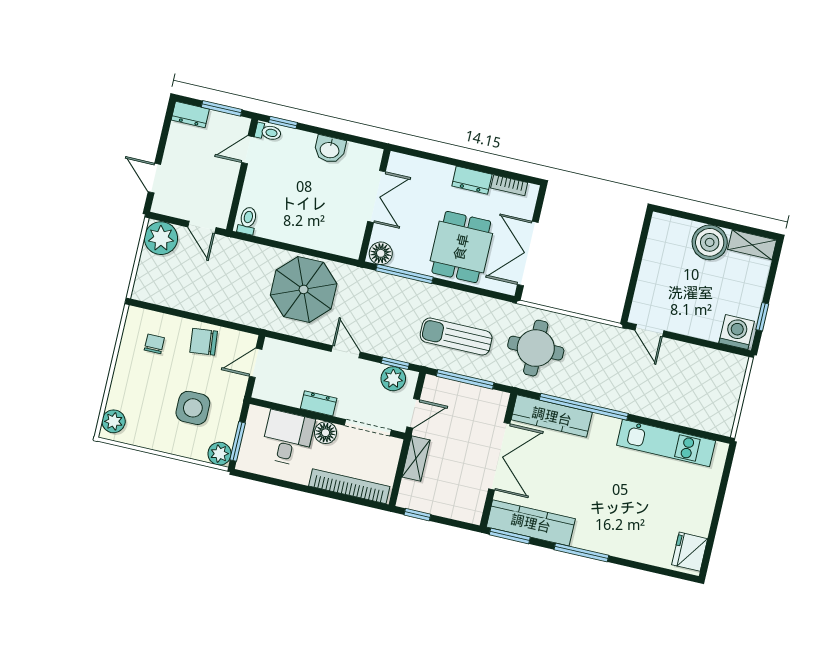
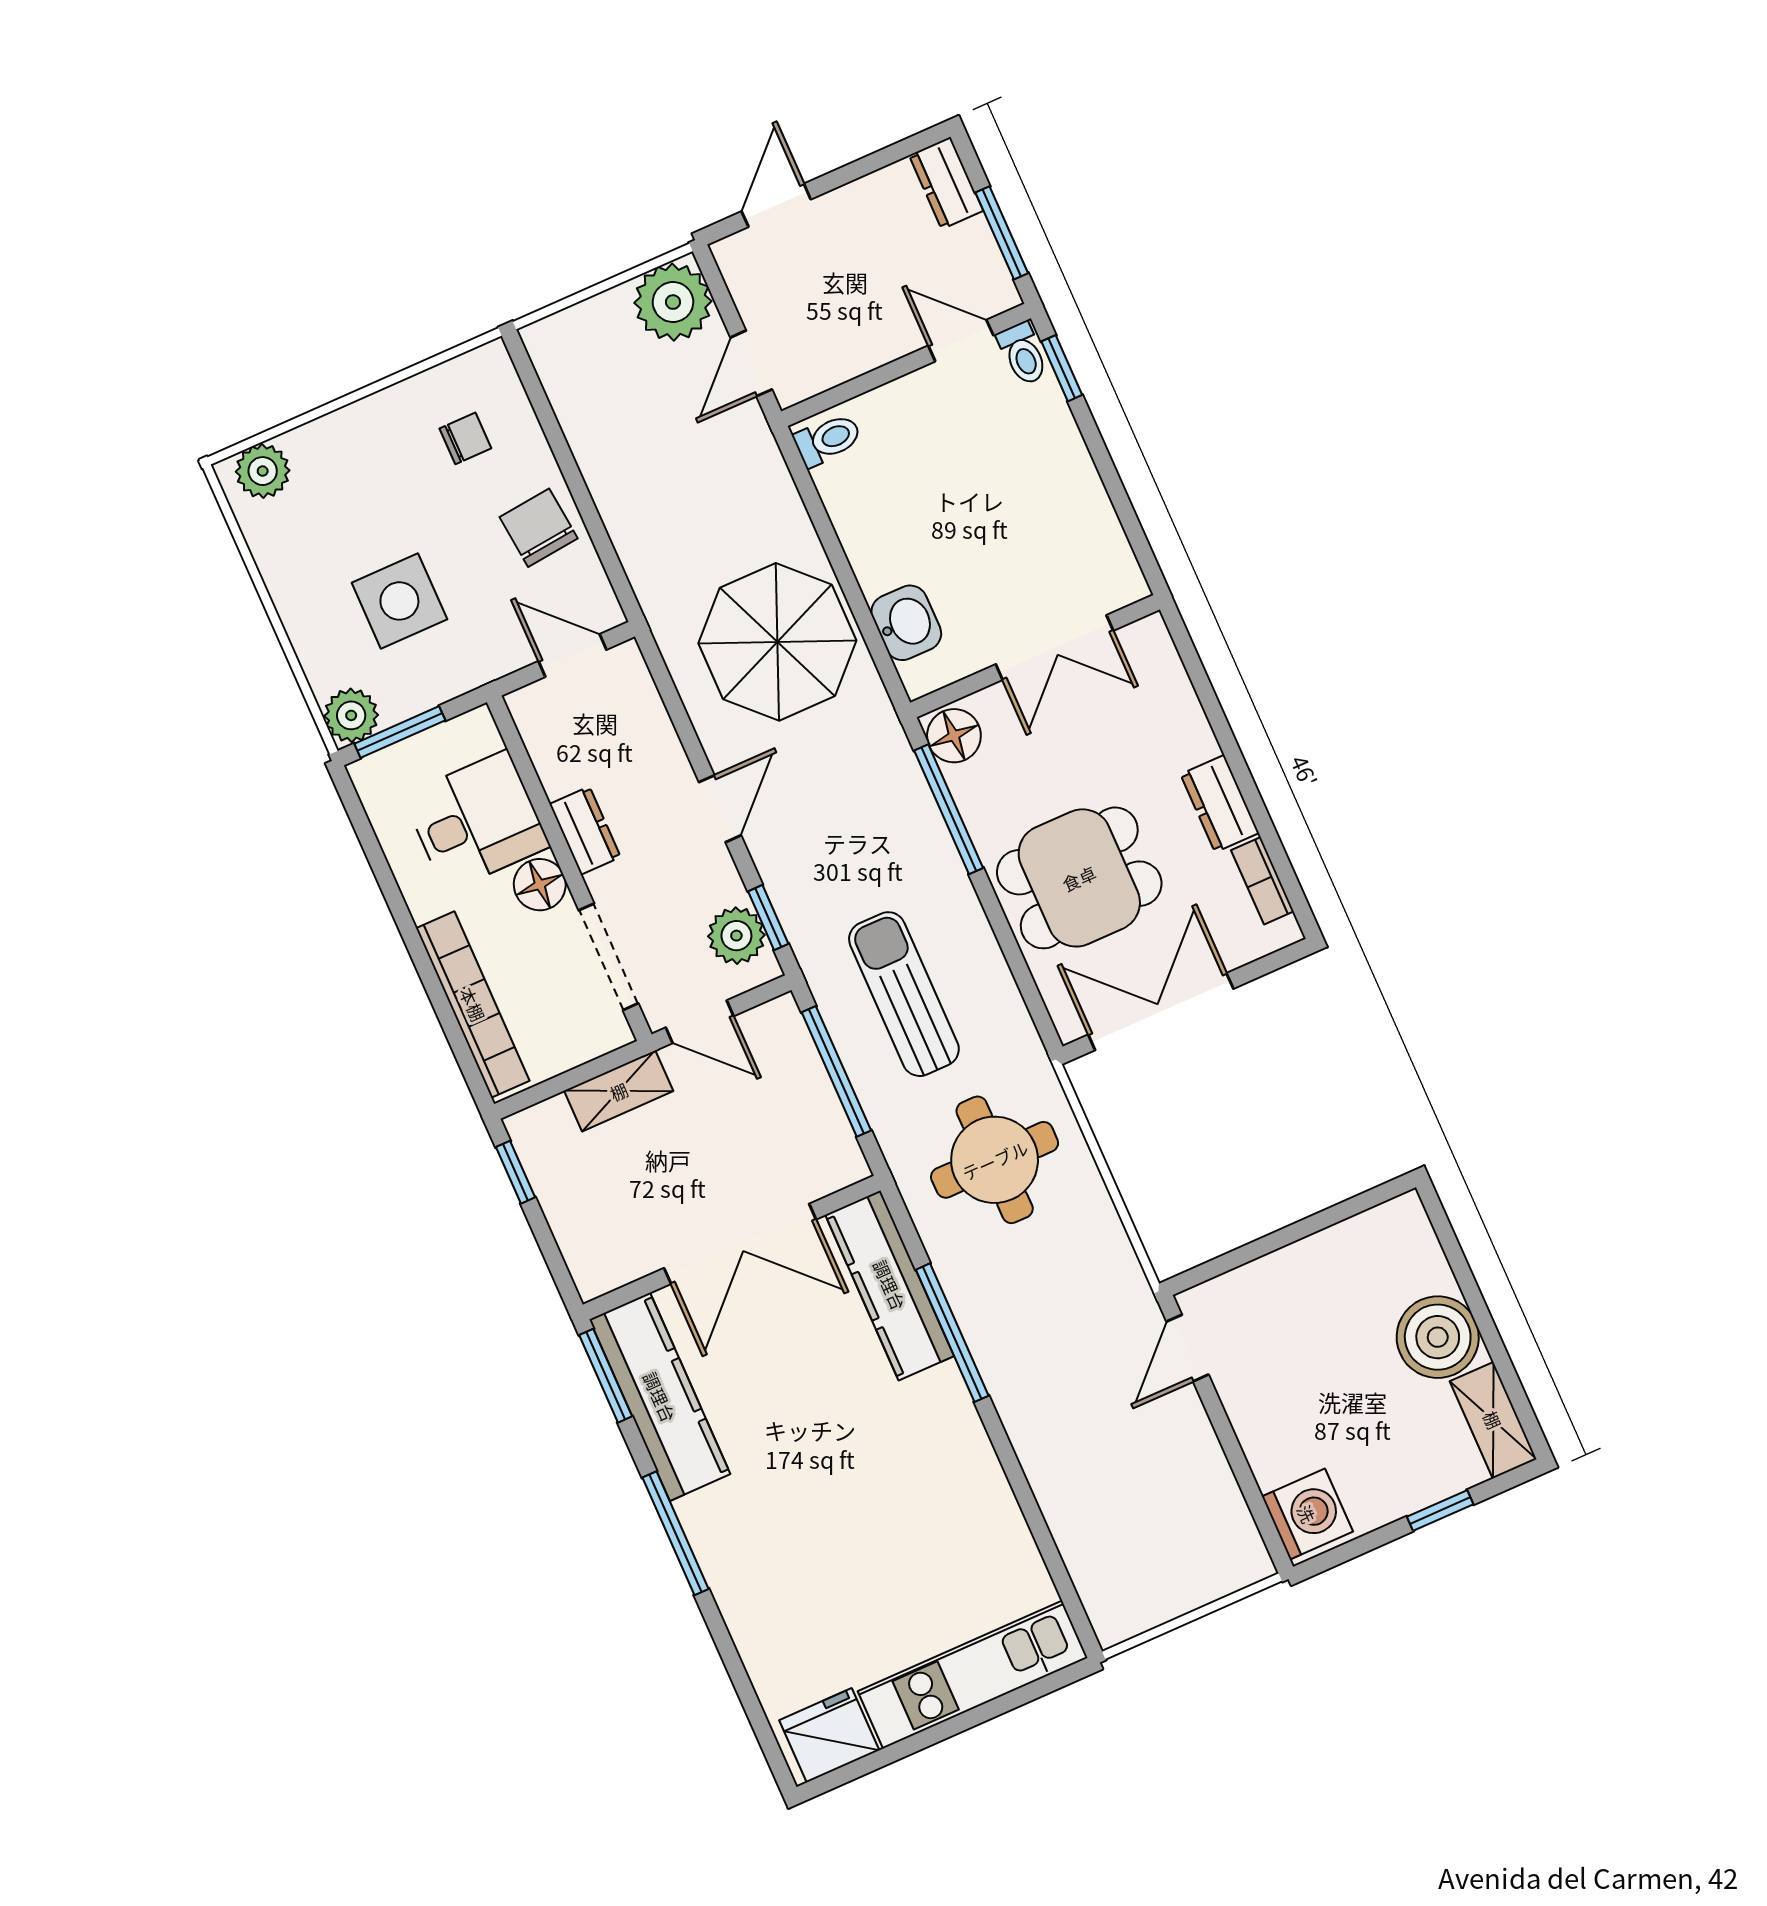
washbasin: (330, 149) -> (906, 623), moved, turned 180
window: (762, 317) -> (1440, 1510), moved
window: (584, 407) -> (952, 1333), width x0.68
kitchen unit: (666, 443) -> (973, 1675), moved, turned 90

